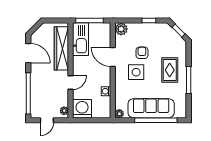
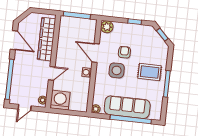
kitchen sink: (81, 39) -> (66, 32), removed
rug: (170, 70) -> (150, 72), turned 90
washing machine: (106, 91) -> (87, 72), moved

